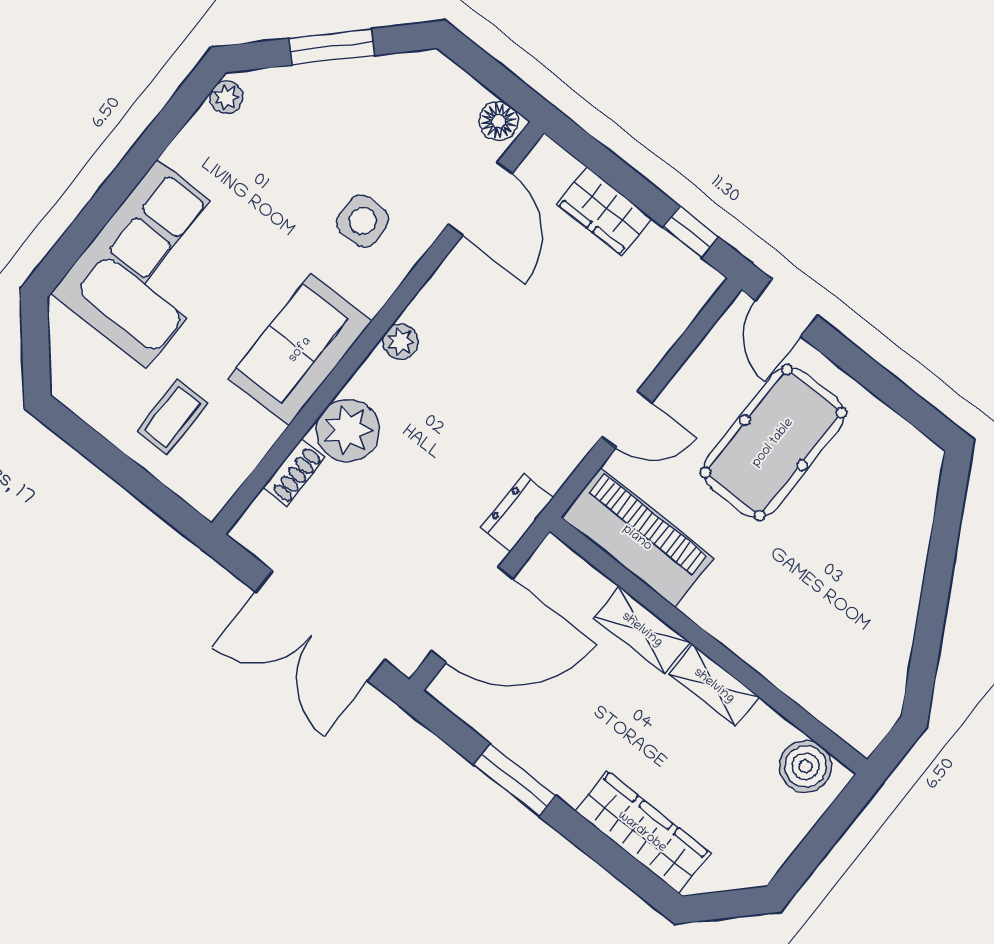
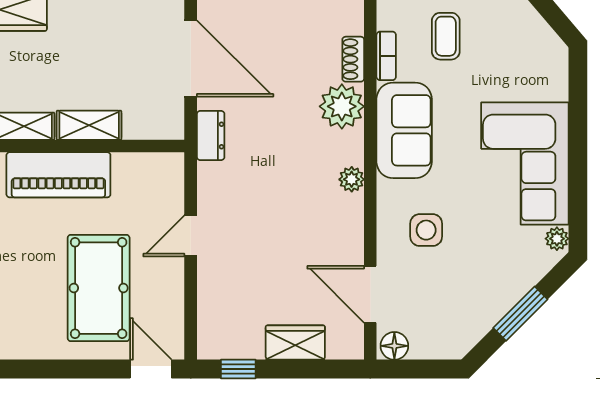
corner sofa: (152, 264) -> (525, 163), moved
bookcase: (255, 447) -> (386, 56), added
piano: (637, 538) -> (58, 175), moved
door: (472, 615) -> (191, 58), swing flipped

